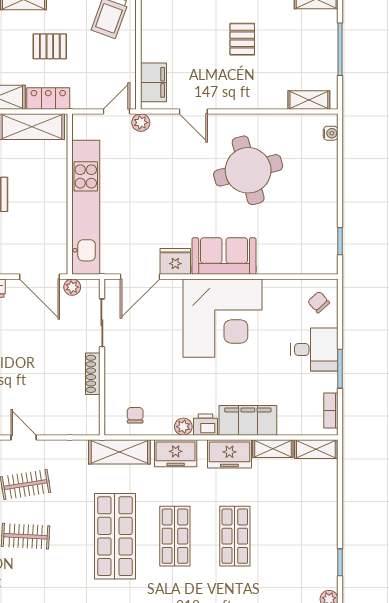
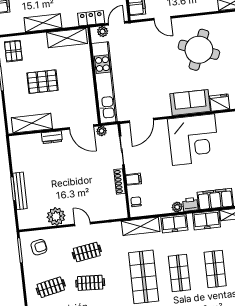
locker: (48, 98) -> (91, 18), moved
plant: (141, 123) -> (103, 32), moved
round table: (248, 170) -> (199, 50), turned 37
fridge: (175, 261) -> (220, 103), moved
filing cabinet: (116, 373) -> (134, 179), added
chair: (135, 415) -> (136, 202), moved

